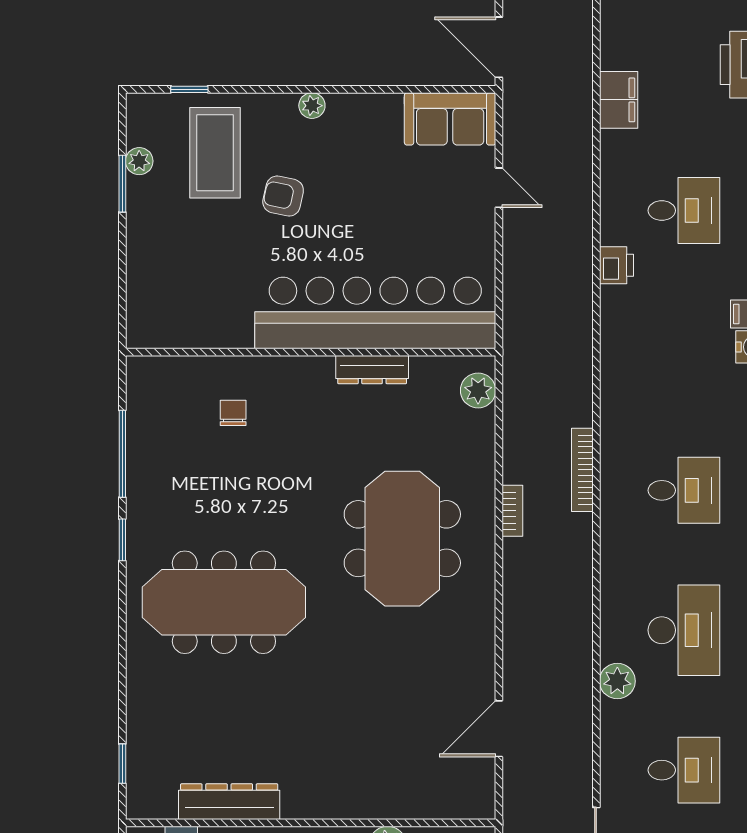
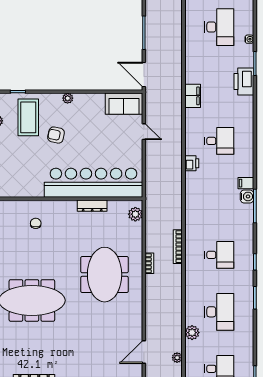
plant: (581, 743) -> (177, 358), added

